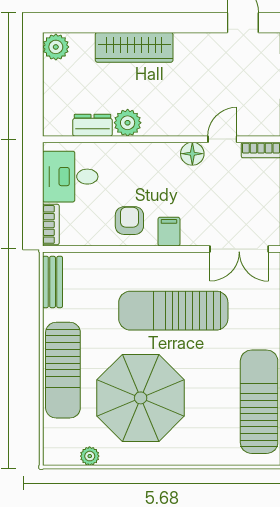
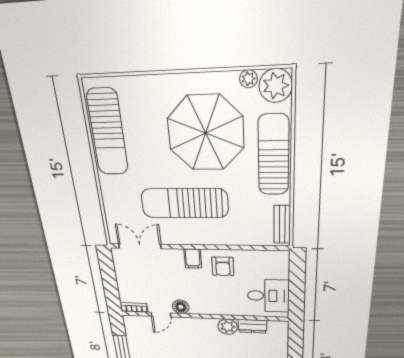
bookcase: (51, 224) -> (283, 265), removed
sun lounger: (173, 311) -> (184, 203), turned 180
plant: (61, 448) -> (276, 86), added

